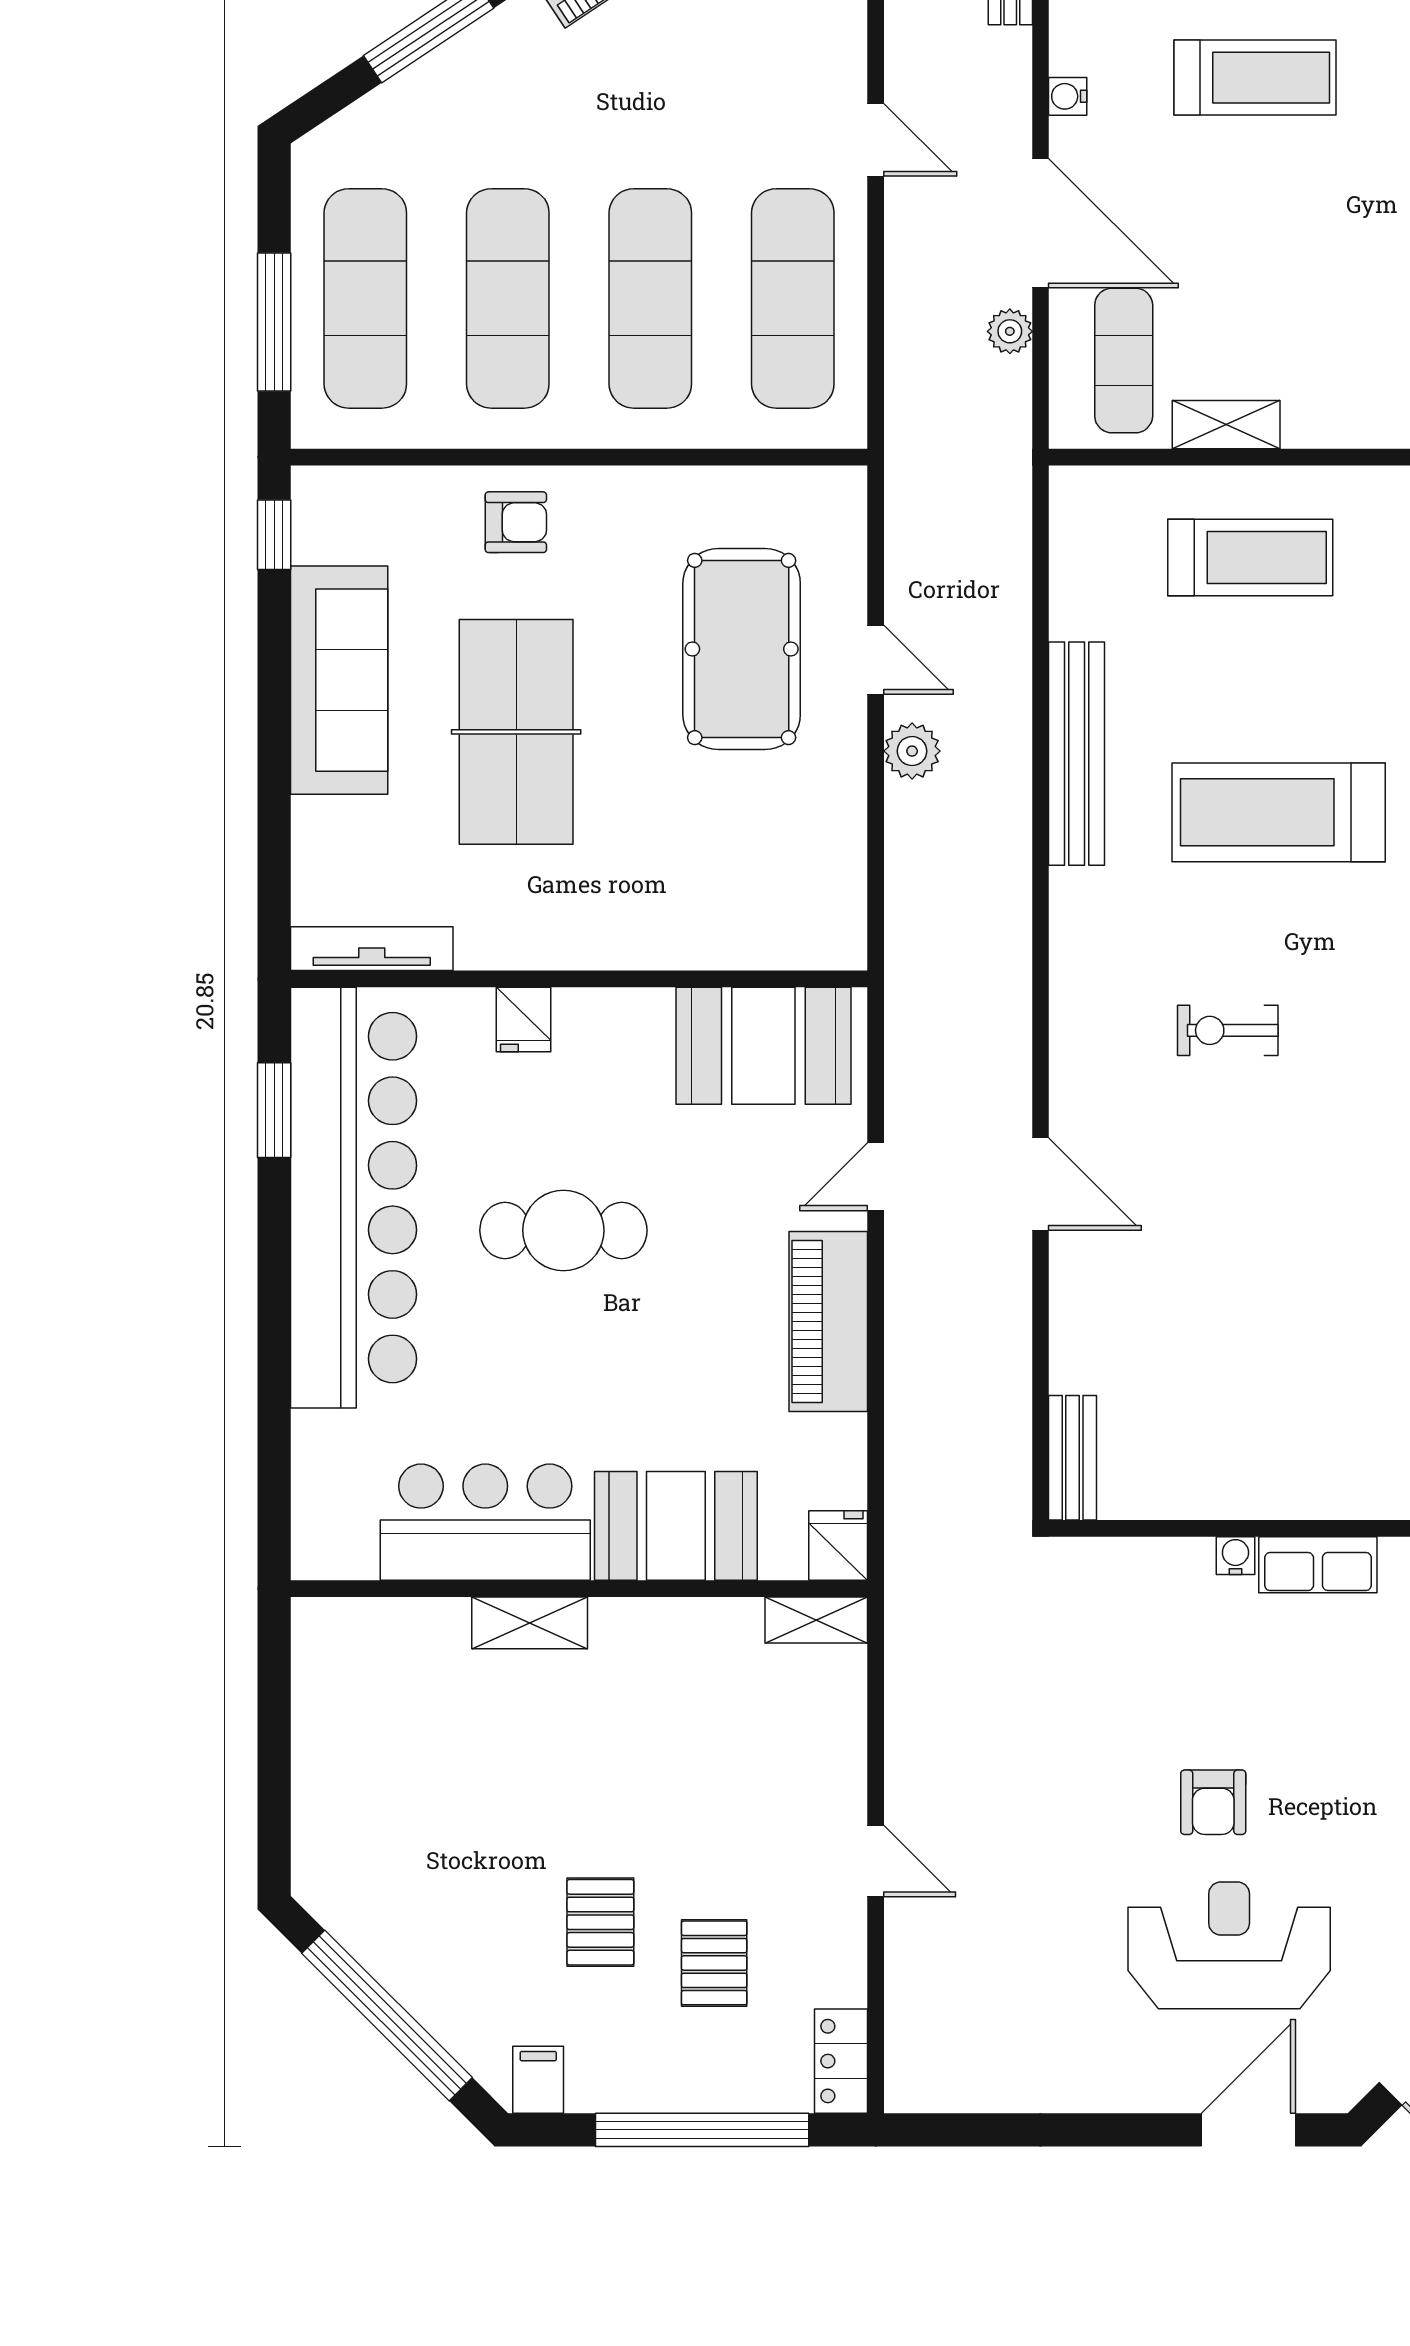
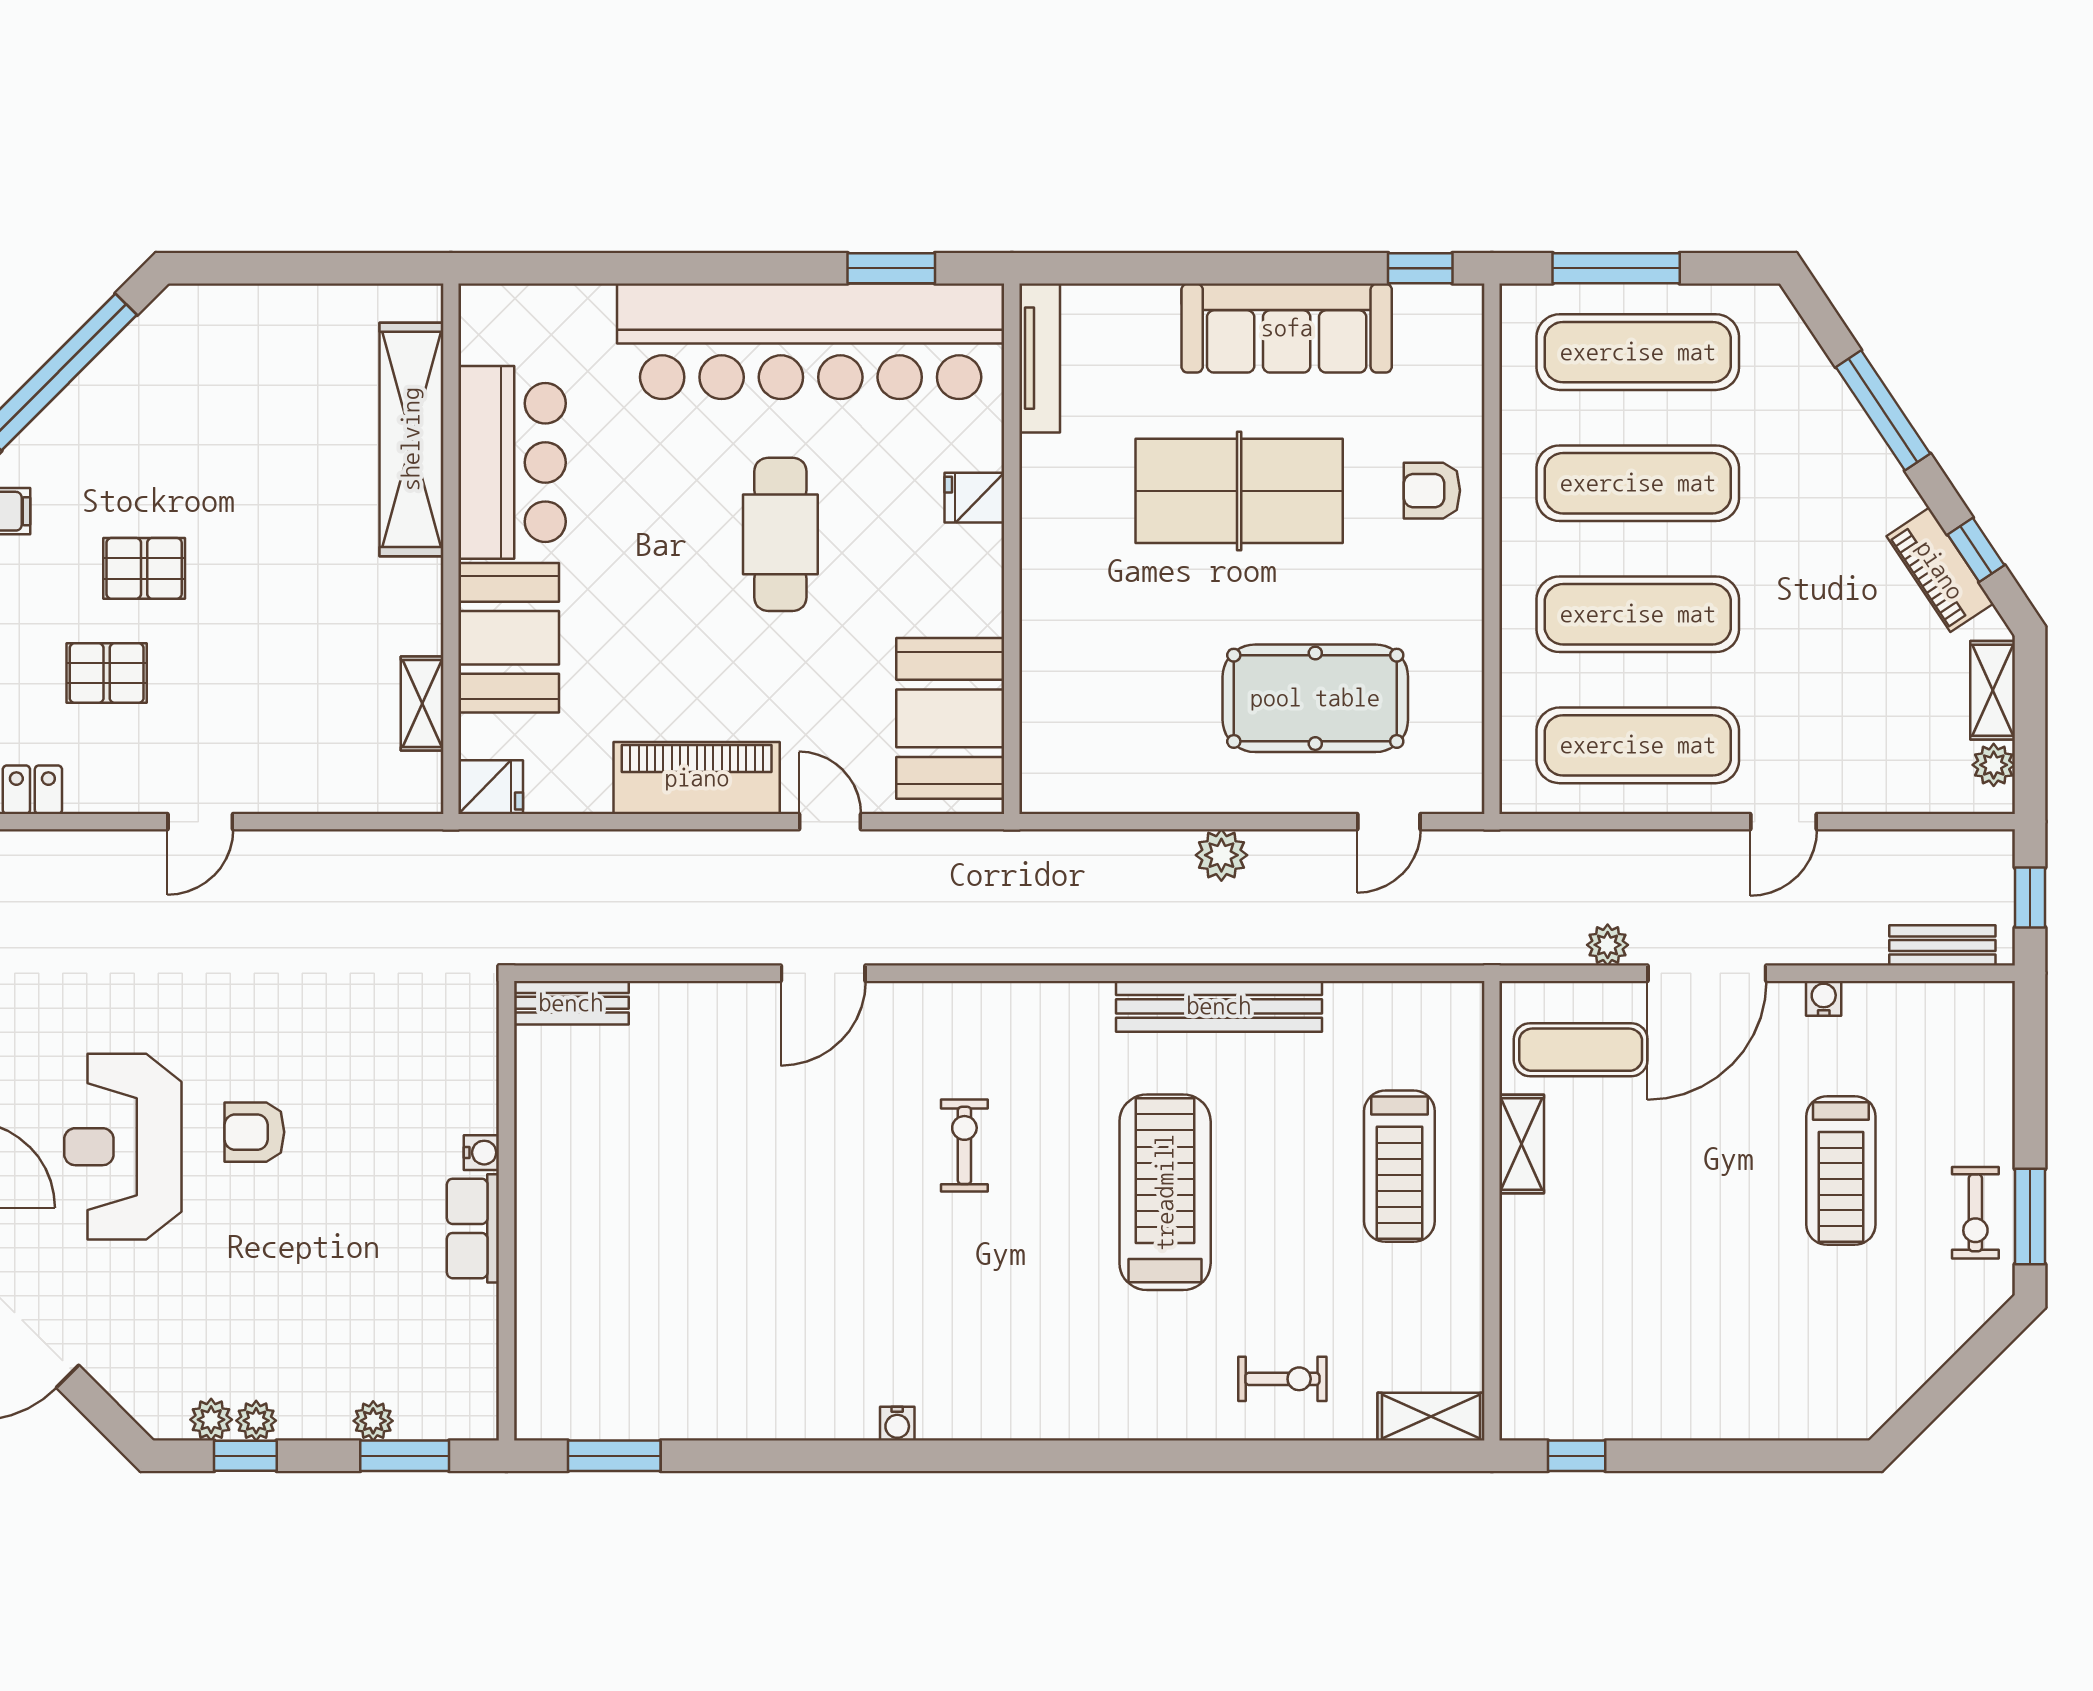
armchair: (516, 522) -> (1432, 491), turned 90
door: (876, 660) -> (1389, 822), moved
shelving: (816, 1620) -> (422, 703), moved
shelving: (530, 1623) -> (411, 439), width x2.20, depth x1.33
reception desk: (1229, 1945) -> (123, 1147), turned 180

